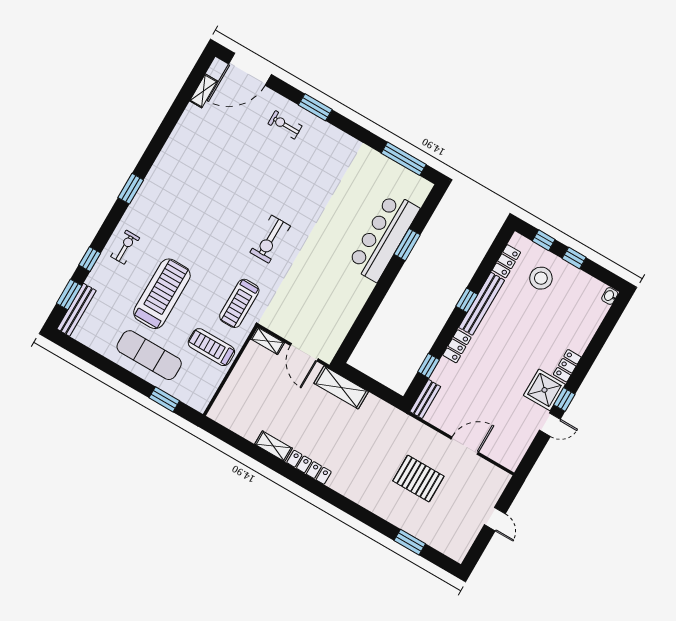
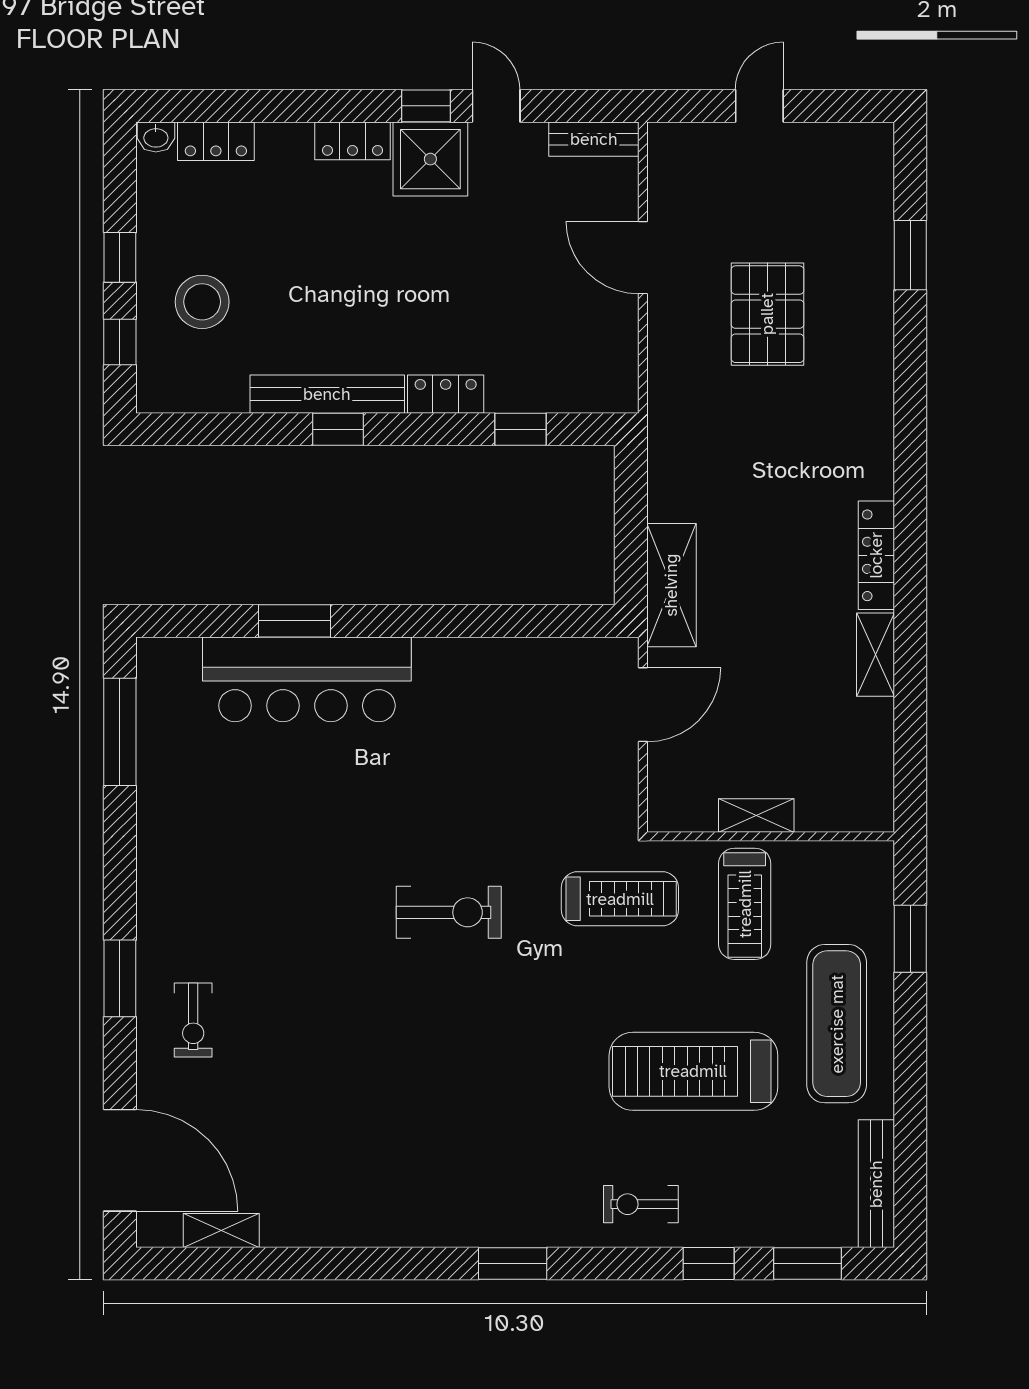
locker: (506, 261) -> (216, 141), moved, turned 180
bench: (77, 310) -> (876, 1184), moved, turned 90
shelving: (267, 341) -> (756, 816), moved, turned 90
bench: (425, 399) -> (594, 139), moved

